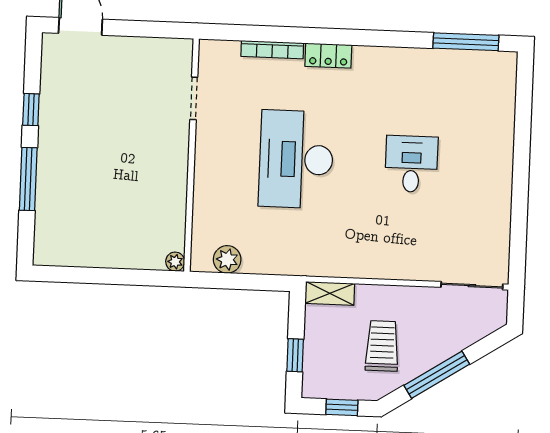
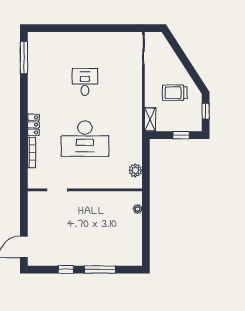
desk: (411, 164) -> (85, 82), turned 90
plant: (175, 262) -> (138, 209), moved
window: (437, 375) -> (188, 65), removed

